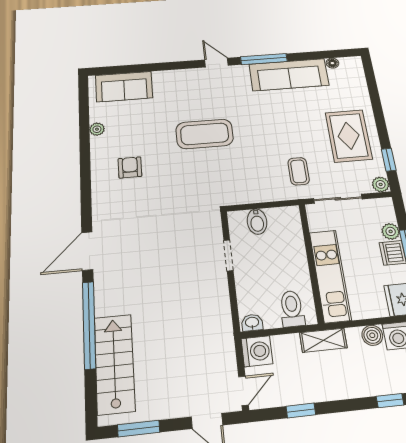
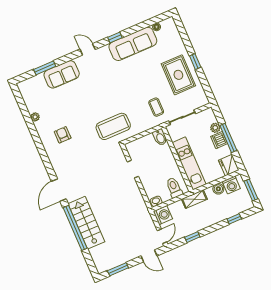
window: (264, 59) -> (115, 38), width x0.46
window: (141, 68) -> (45, 68), added
sofa: (124, 87) -> (62, 74), moved
coffee table: (205, 134) -> (113, 126), moved
window: (389, 160) -> (195, 62), moved
plant: (381, 184) -> (204, 101), removed
bidet: (257, 222) -> (160, 137), moved
stairs: (114, 364) -> (86, 223), moved

